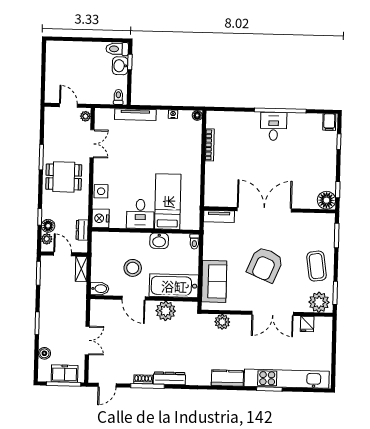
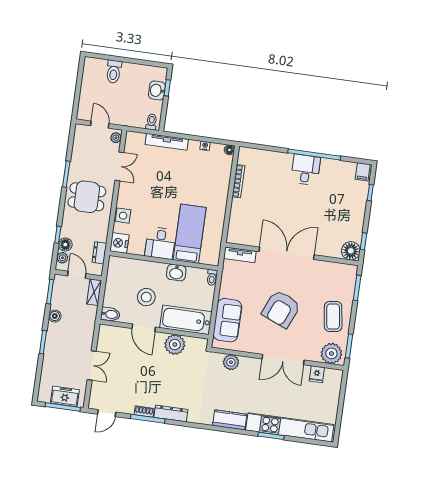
toilet: (117, 49) -> (114, 72), moved, turned -90
boiler: (44, 353) -> (55, 316), moved

